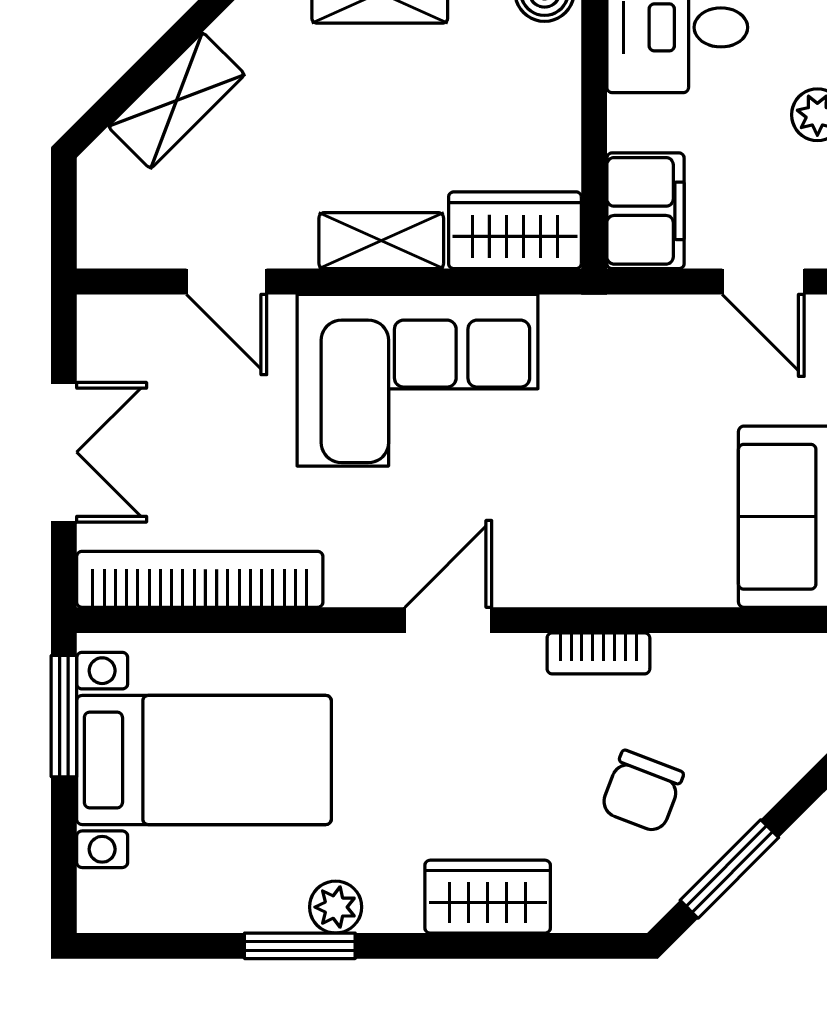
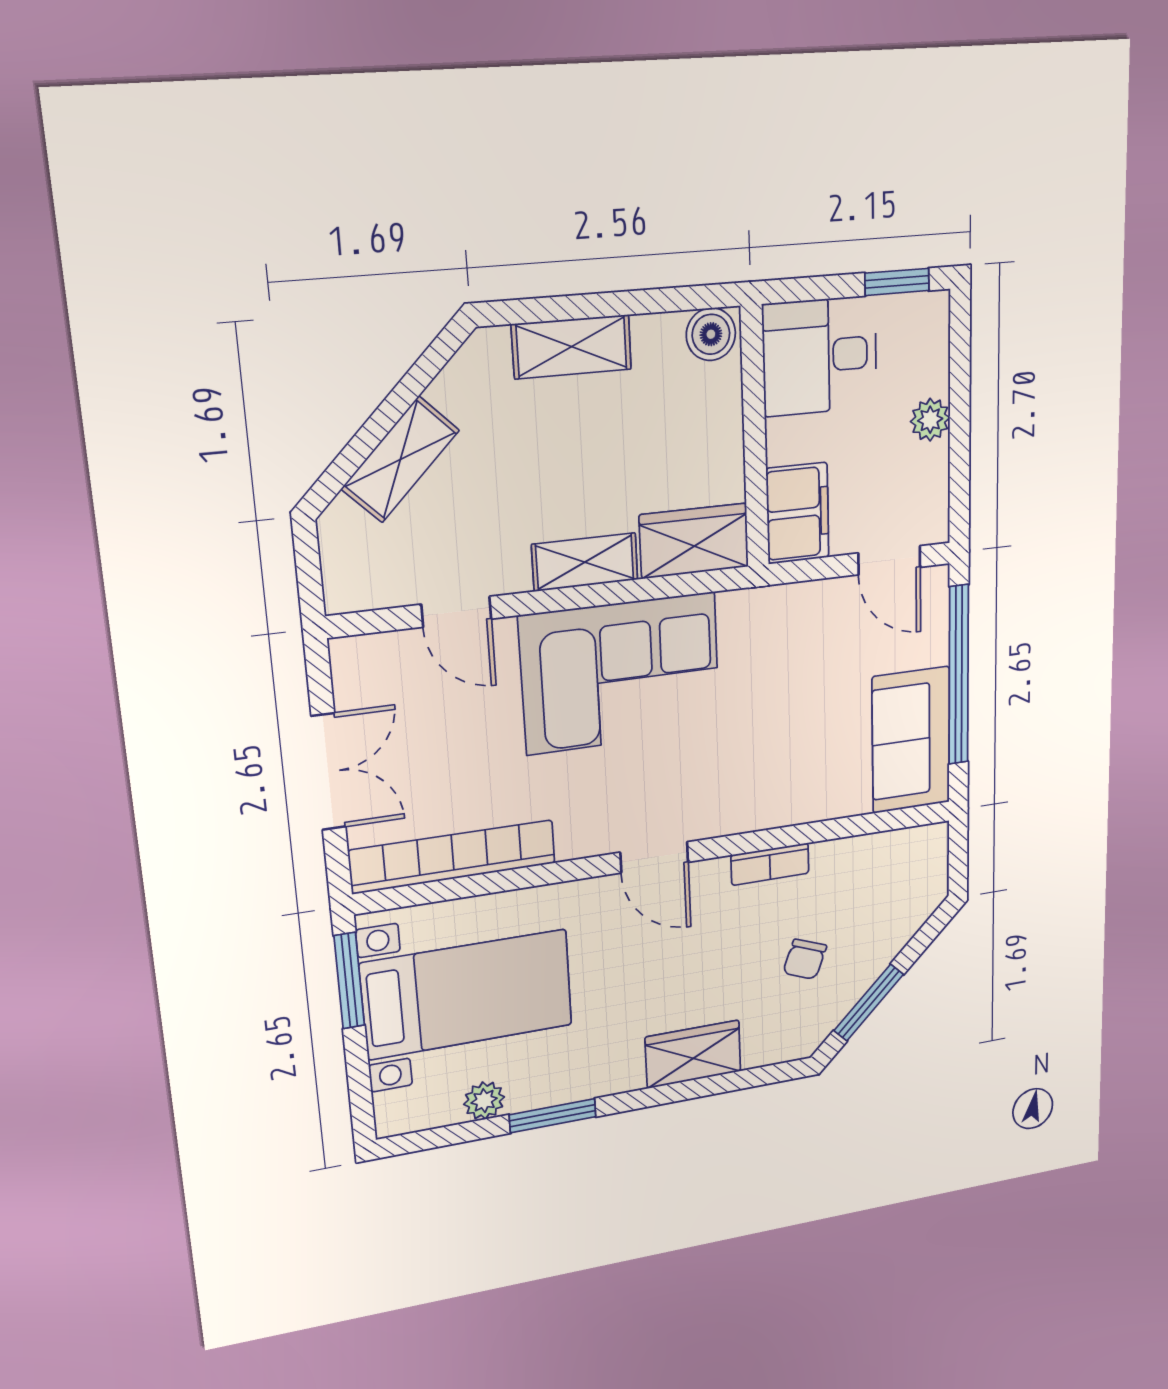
door: (448, 620) -> (654, 857), swing flipped
chair: (642, 792) -> (805, 959), width x0.73, depth x0.73
plant: (336, 907) -> (484, 1101), moved

